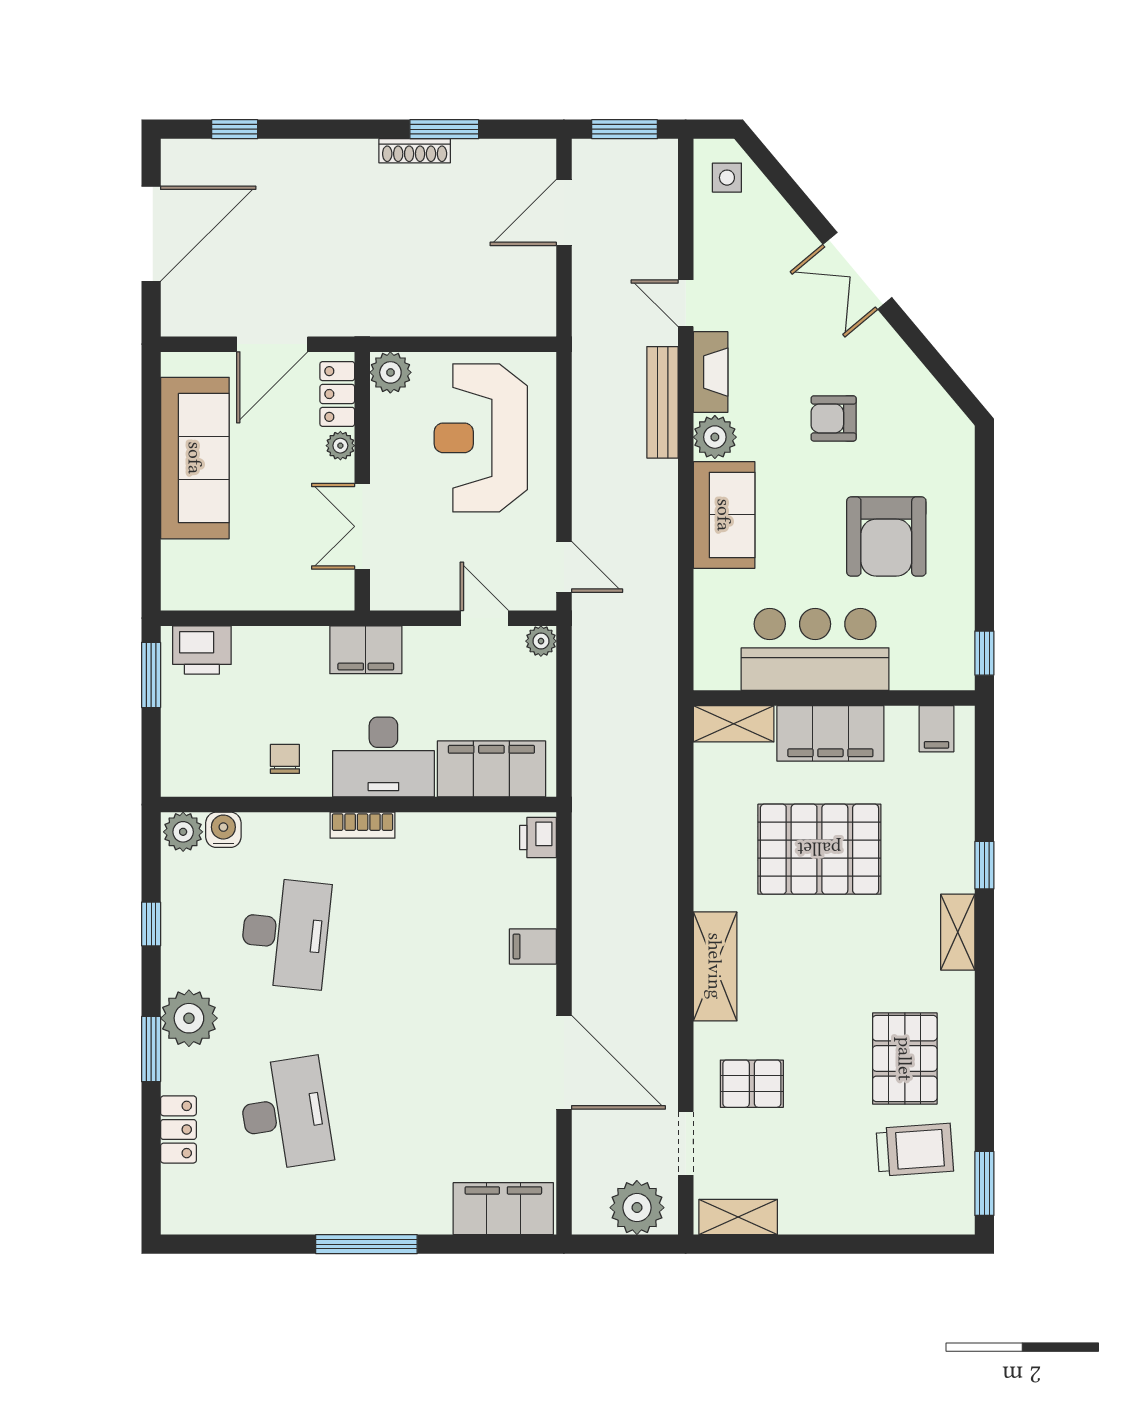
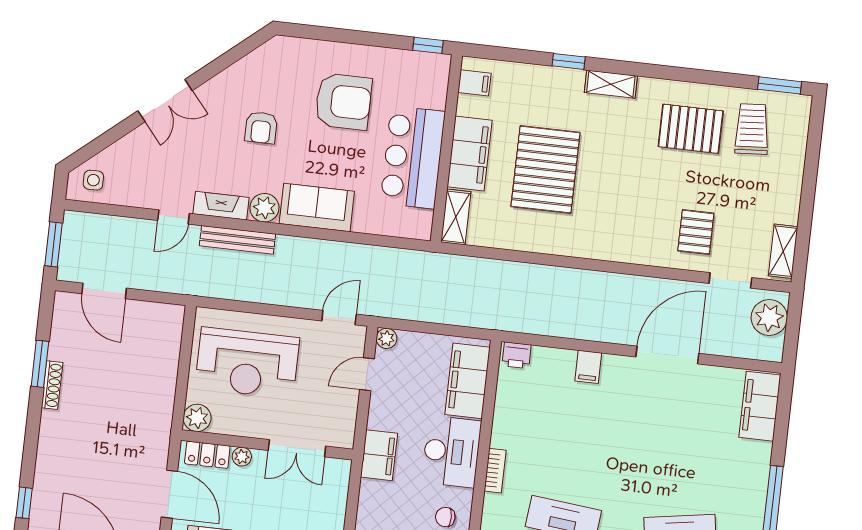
shelving: (715, 966) -> (615, 248), removed

